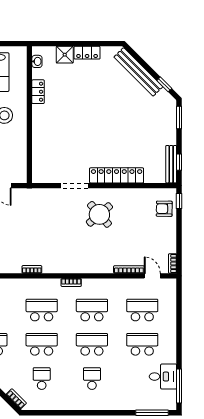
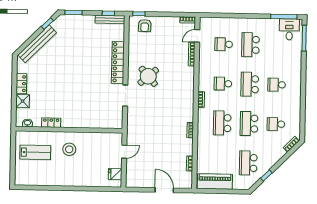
school desk: (92, 310) -> (223, 84), width x0.54
school desk: (142, 310) -> (224, 44), width x0.54
desk: (163, 377) -> (289, 29), moved

